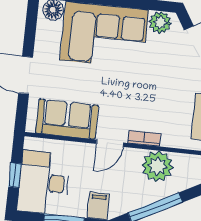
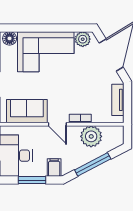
door: (110, 143) -> (57, 124), hinge flipped

